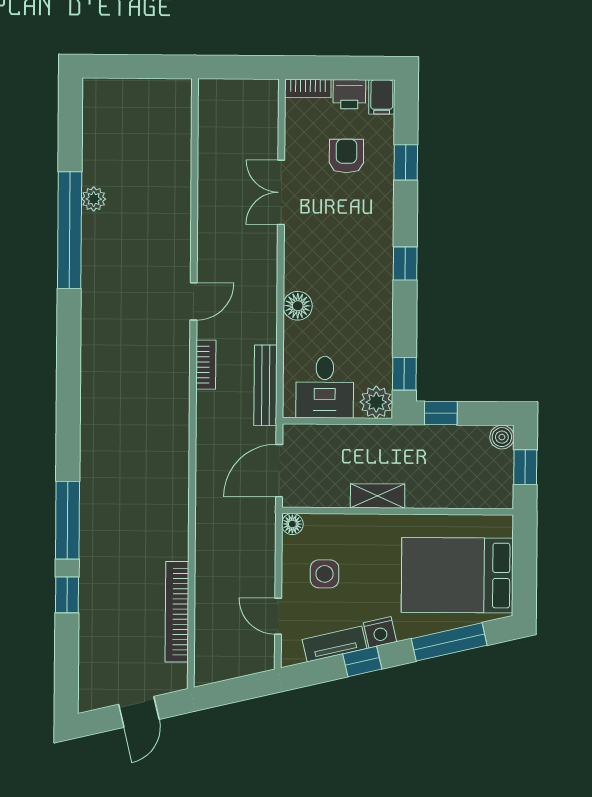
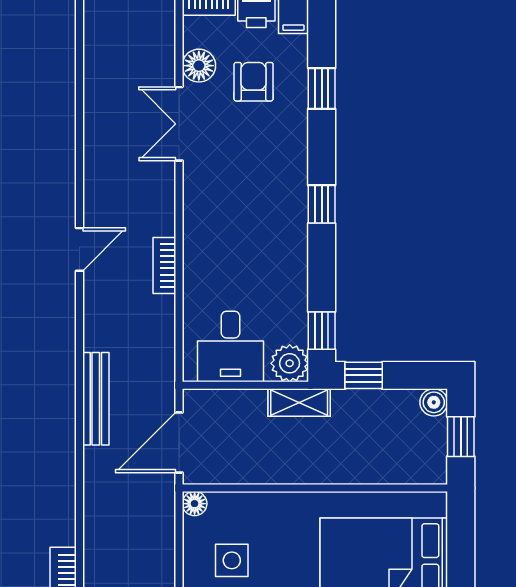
floor lamp: (298, 306) -> (199, 66), moved
bookcase: (206, 365) -> (164, 265), moved, turned 180
bench: (266, 385) -> (96, 399), moved
shelving: (378, 496) -> (299, 403), moved

